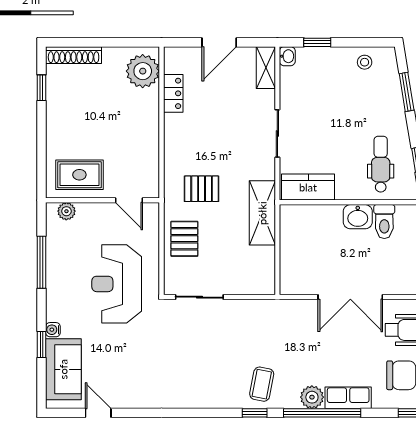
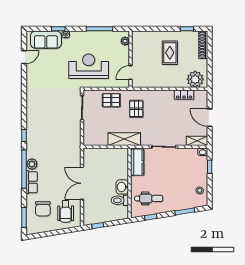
rug: (79, 175) -> (170, 53), moved
coffee table: (262, 384) -> (38, 139), removed

